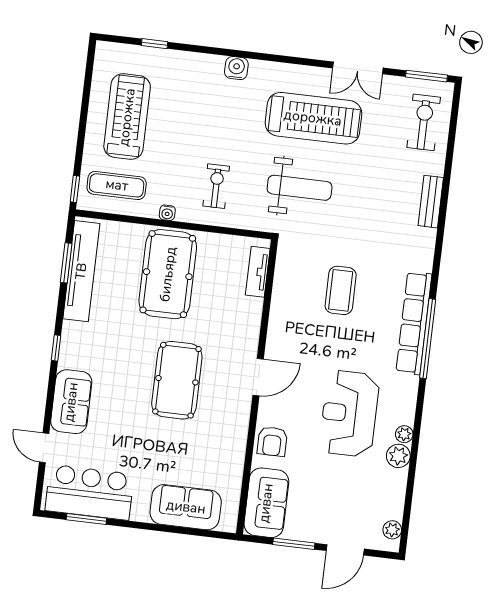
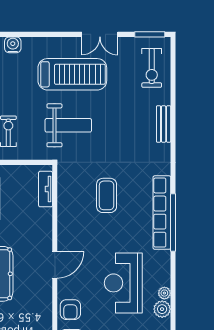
exercise bike: (424, 122) -> (152, 68), turned 180

